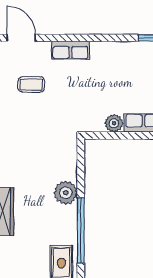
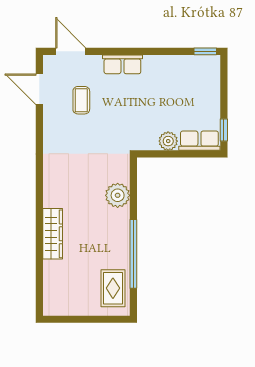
coffee table: (31, 84) -> (81, 100), turned 90
plant: (66, 193) -> (118, 195), moved

